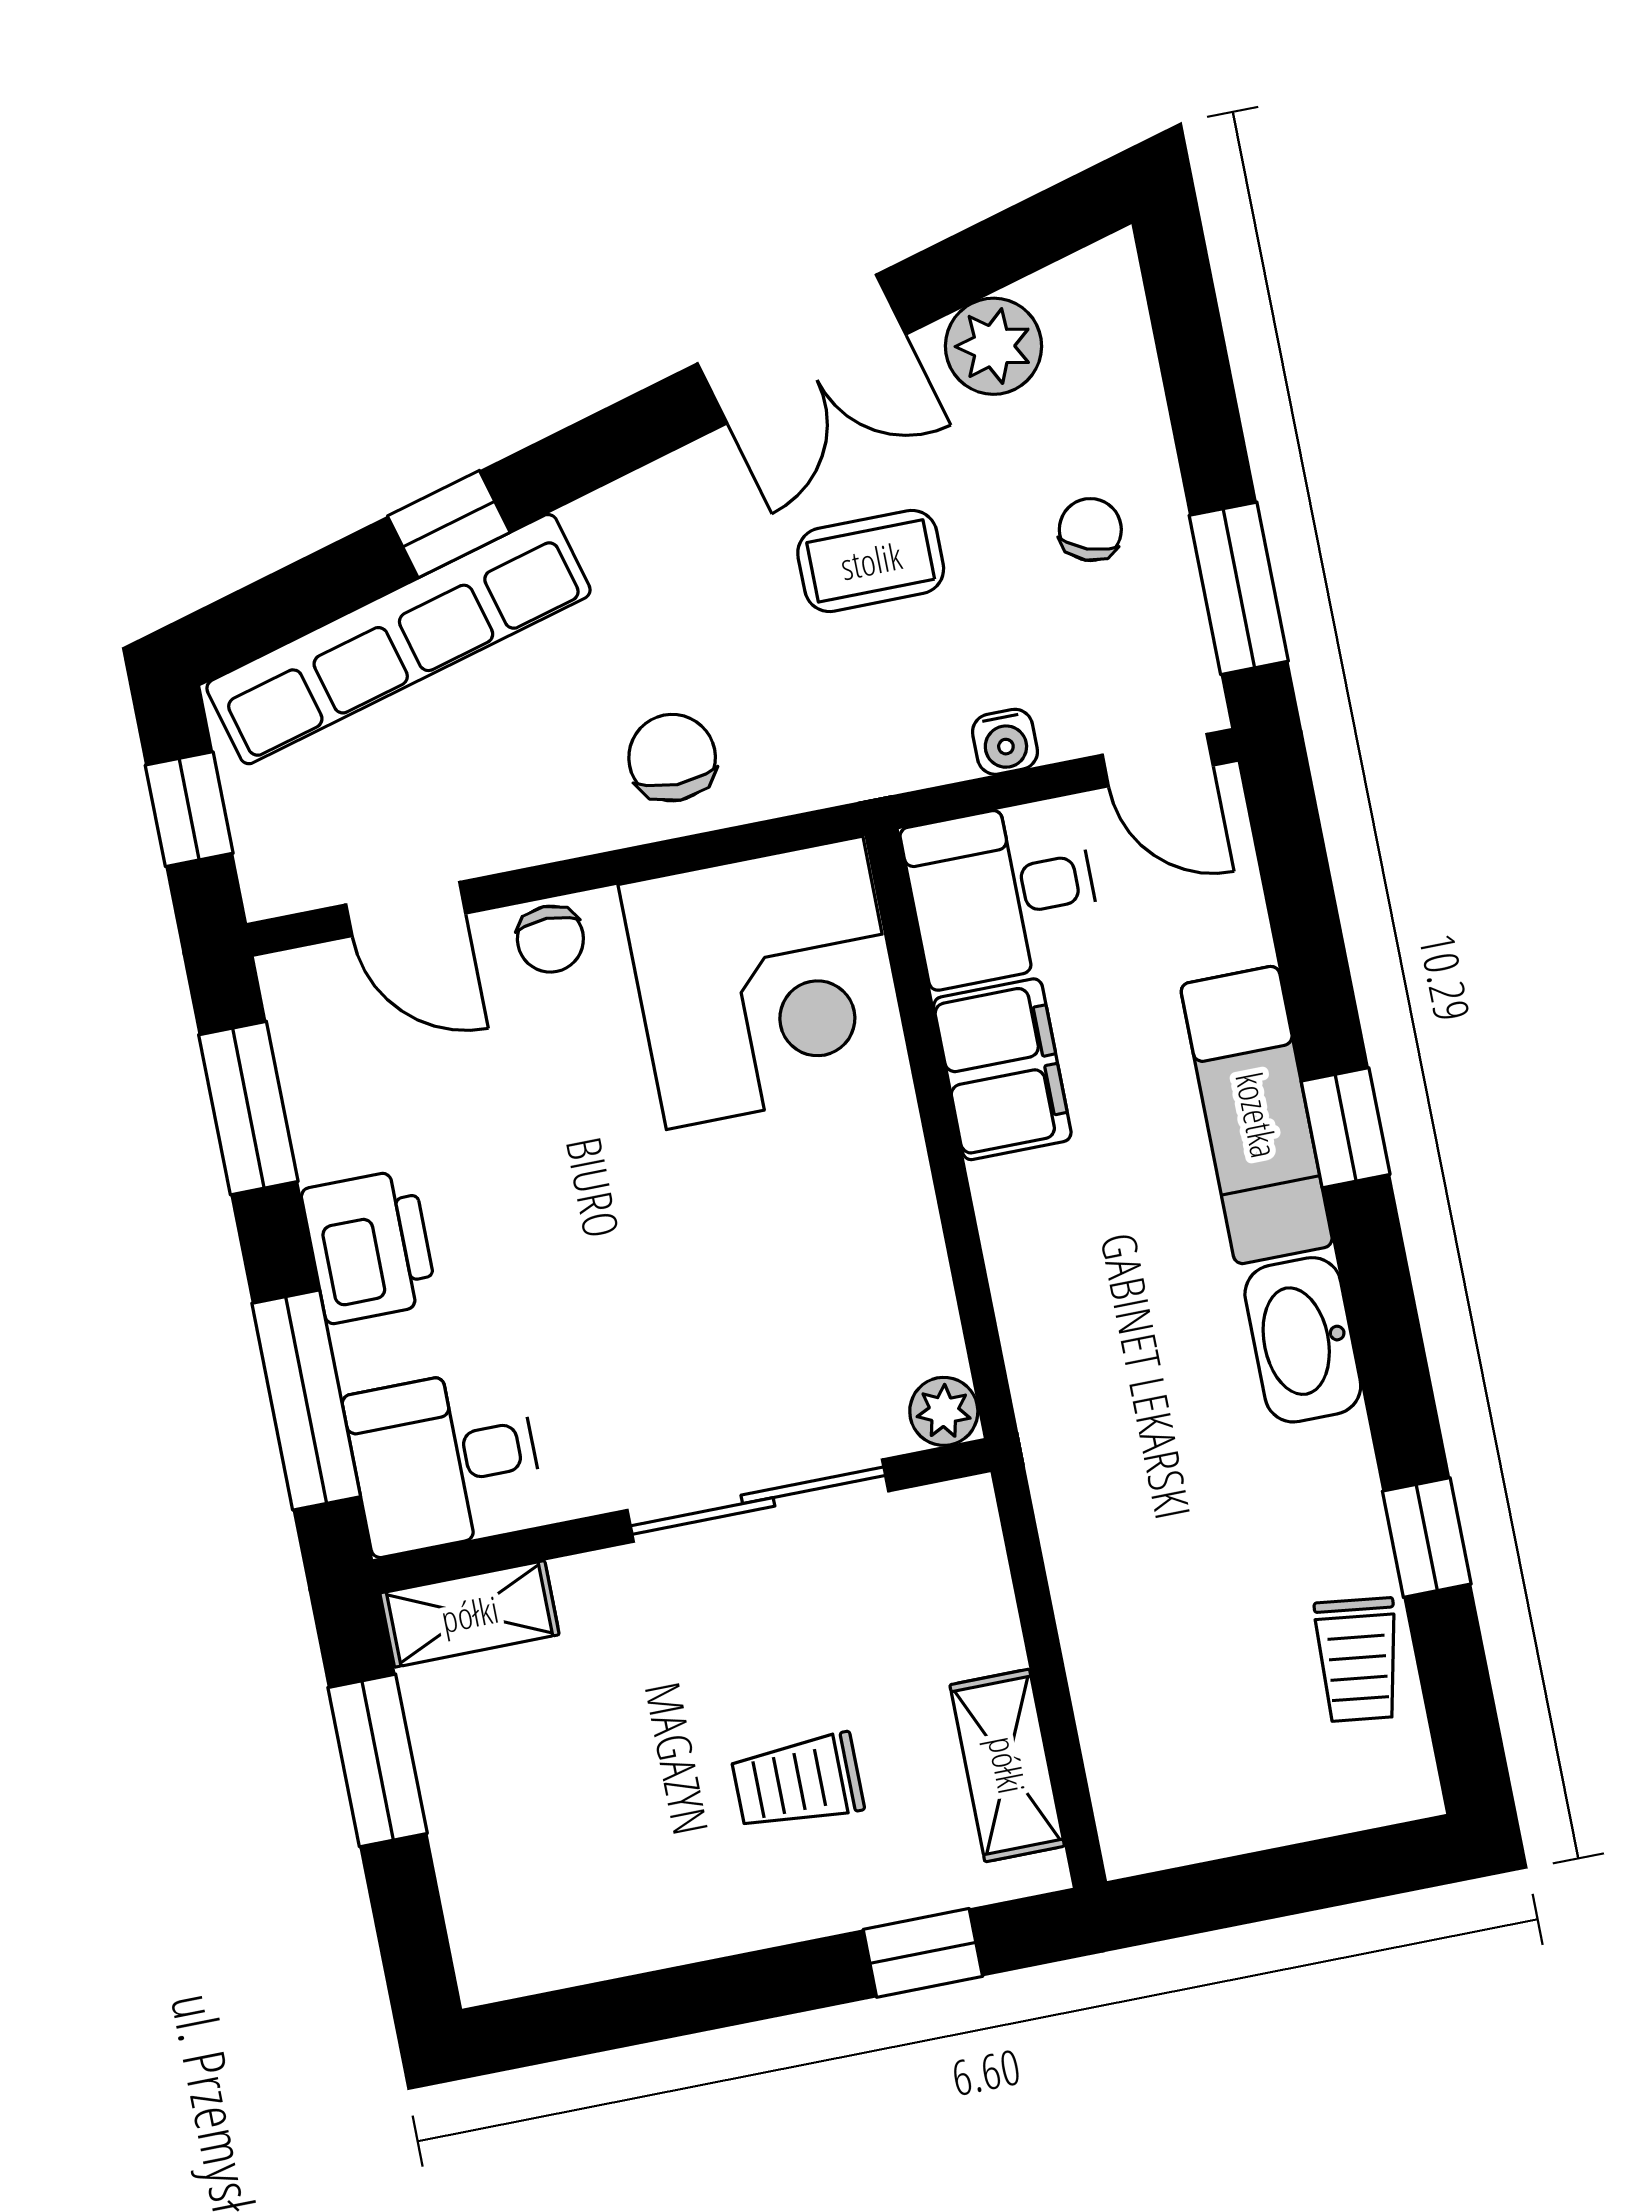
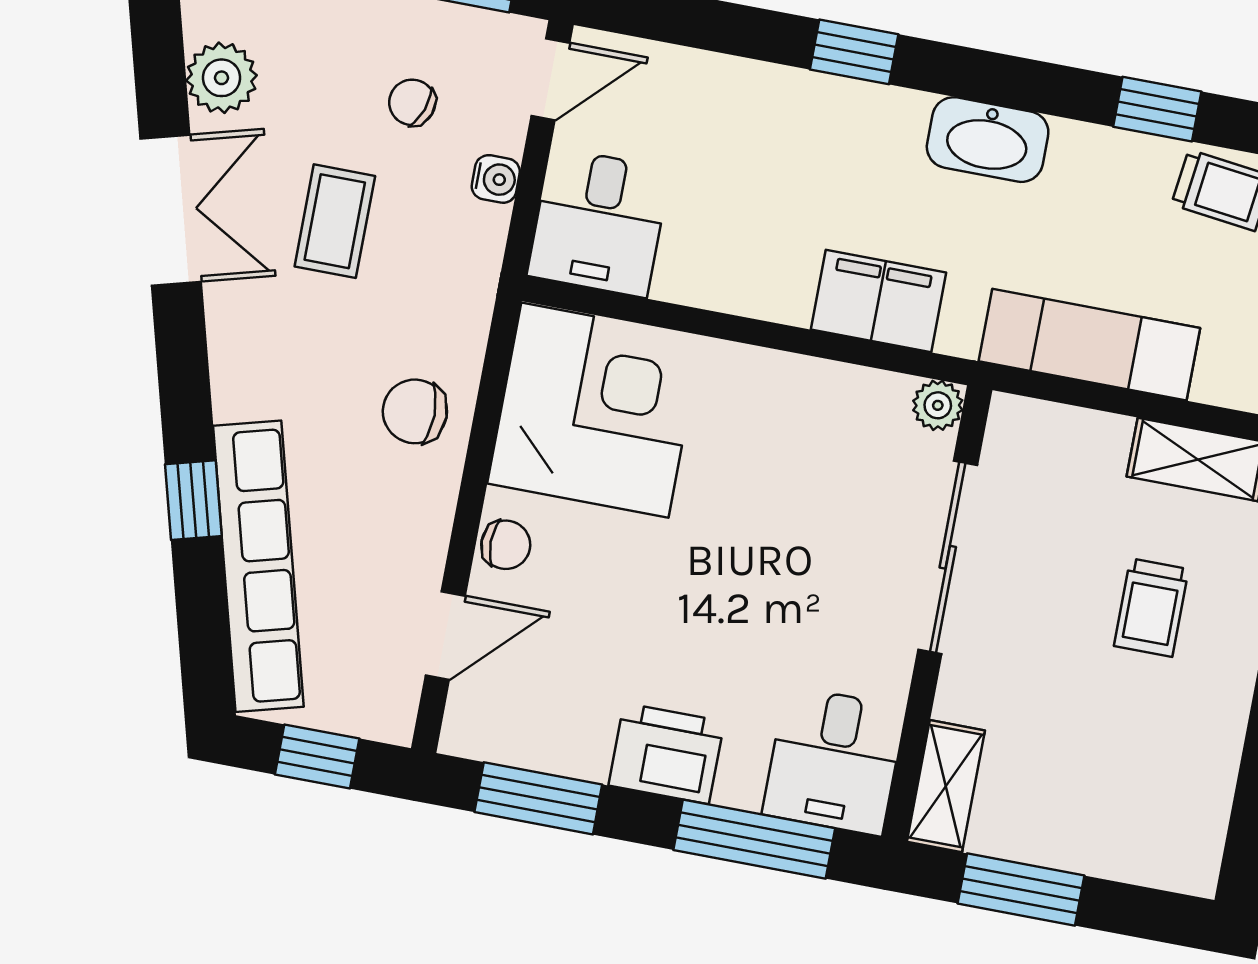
chair: (1090, 530) -> (412, 102), moved
filing cabinet: (1002, 1069) -> (879, 301), moved
exam couch: (1257, 1115) -> (1089, 345), moved, turned 180

